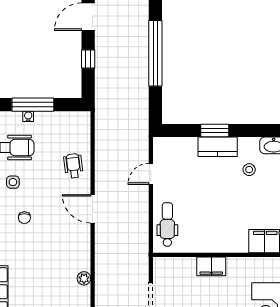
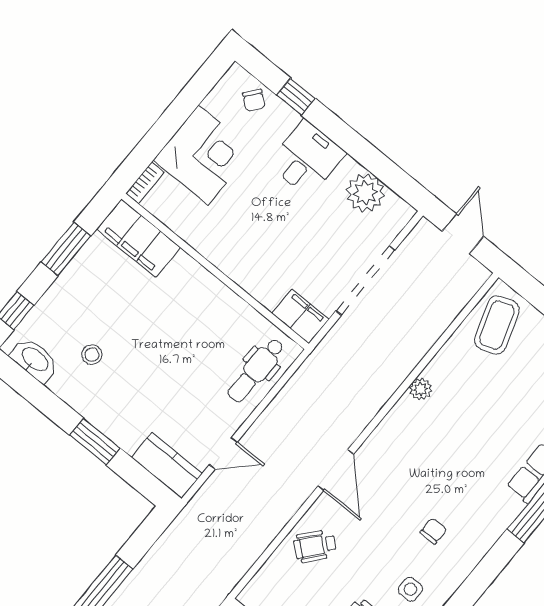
kitchen counter: (218, 147) -> (167, 465), moved
wheelchair: (73, 166) -> (315, 546), turned 47
filing cabinet: (211, 266) -> (300, 316), moved

